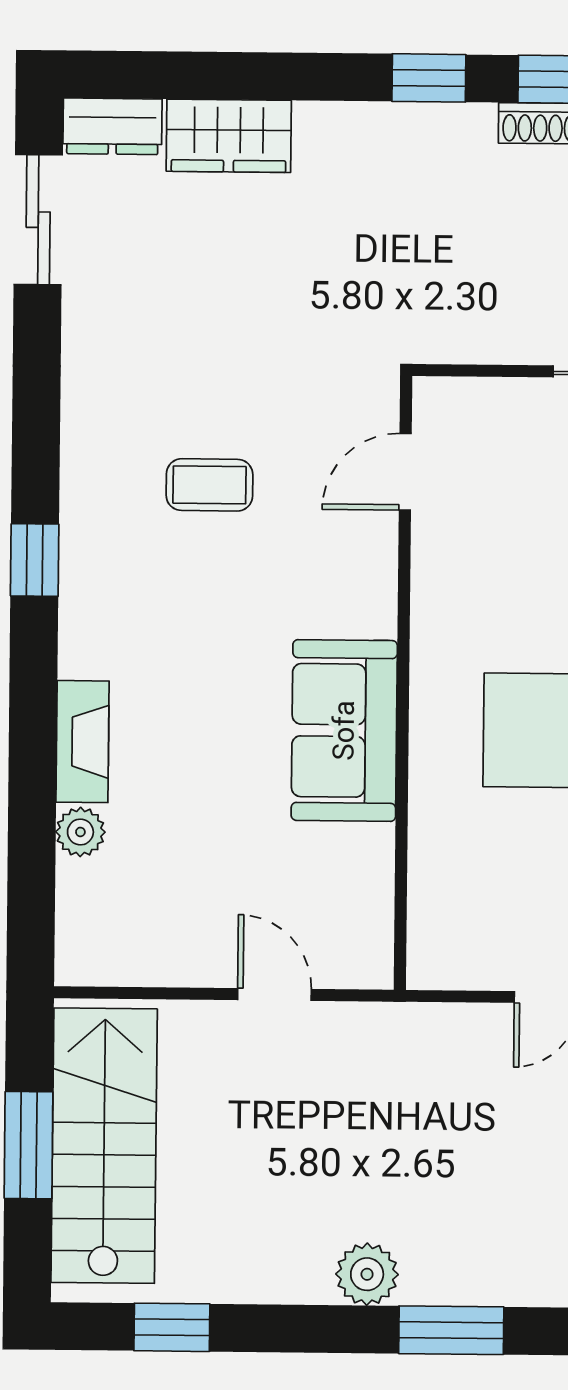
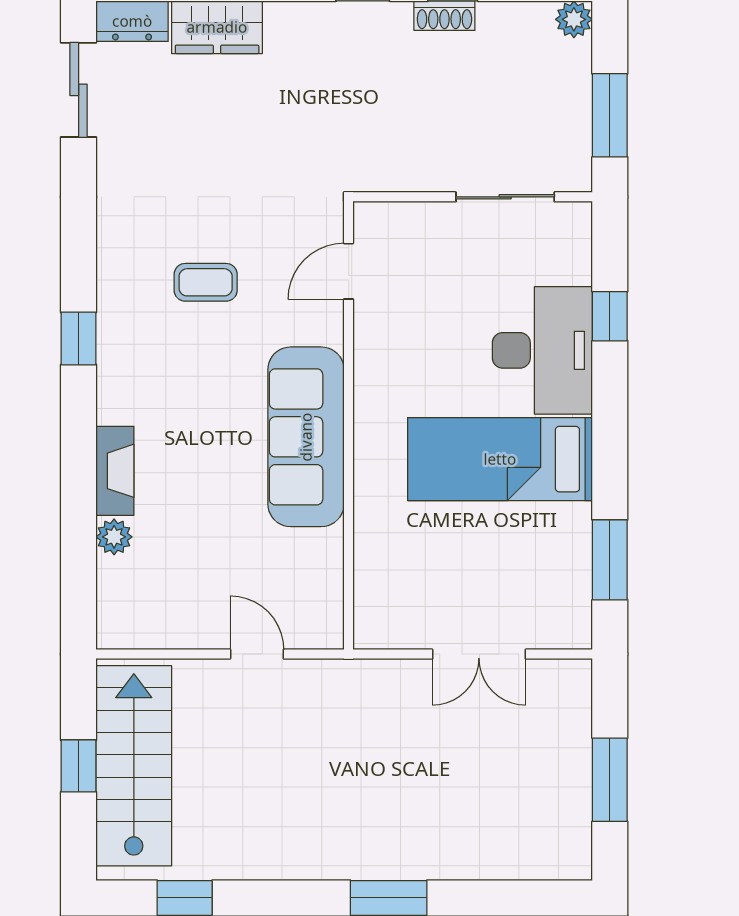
sofa: (344, 730) -> (306, 437), width x1.36
window: (29, 1145) -> (79, 766), width x0.67
plant: (367, 1274) -> (327, 858), removed

